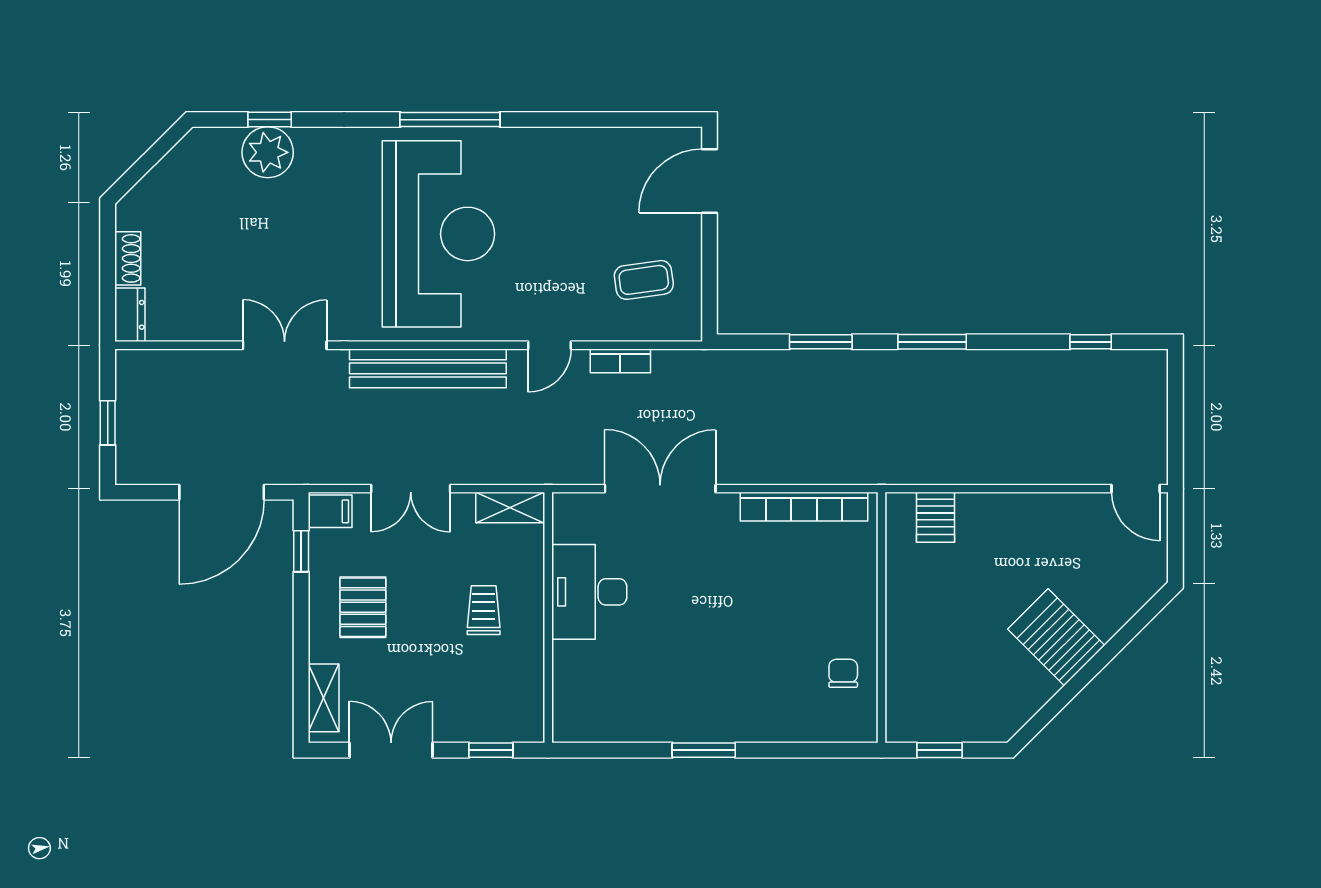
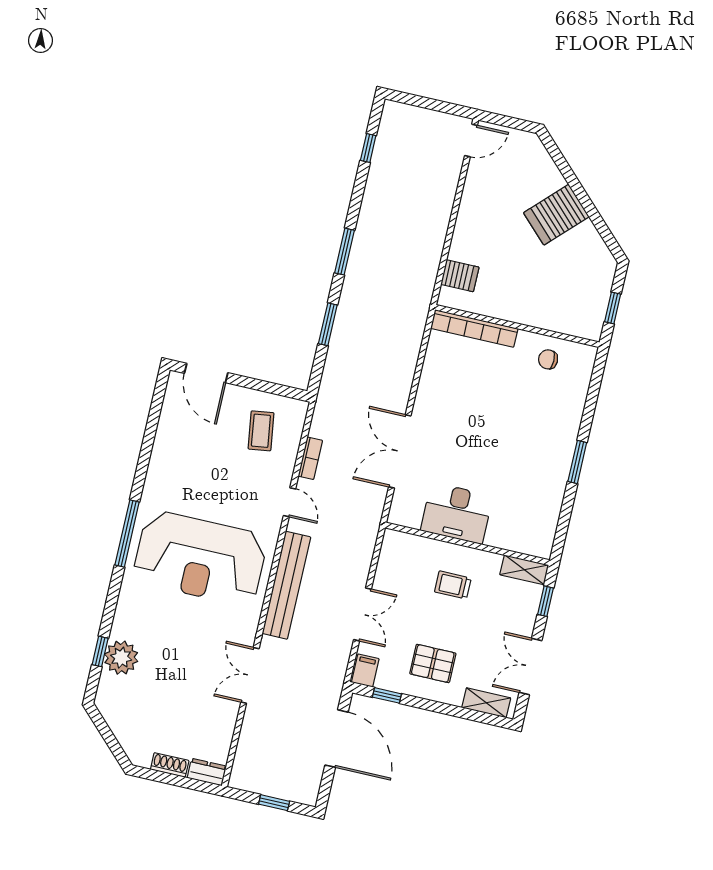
reception desk: (438, 234) -> (200, 558), turned 180
shelving: (510, 507) -> (524, 570), moved, turned 90
bookcase: (804, 507) -> (474, 329), moved, turned 90

